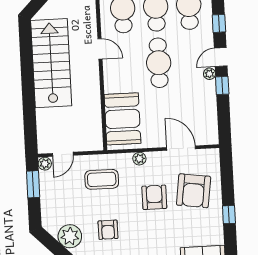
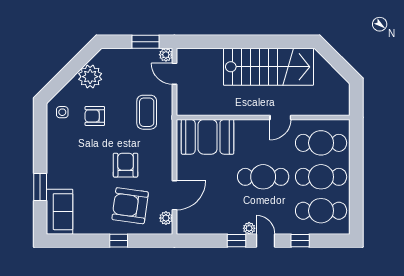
plant: (139, 159) -> (166, 218), moved
armchair: (154, 197) -> (126, 165), turned -90
window: (229, 215) -> (119, 241), moved

